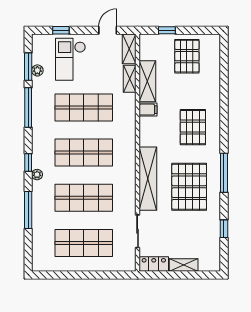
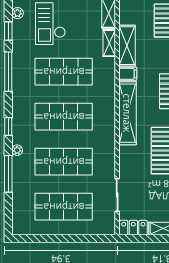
window: (28, 67) -> (8, 31), width x0.67
plant: (37, 70) -> (17, 13), moved
plant: (37, 175) -> (17, 150), moved
shelving: (148, 179) -> (127, 113), moved

